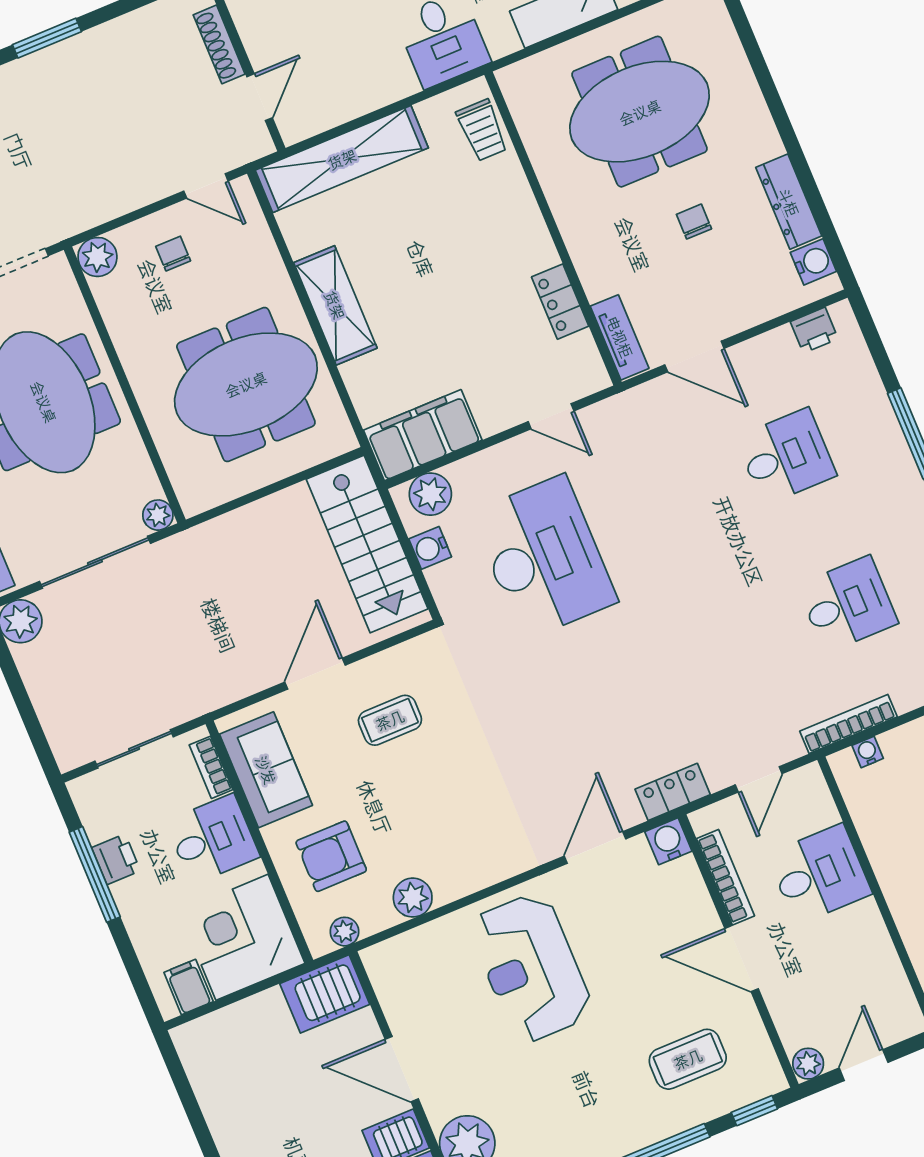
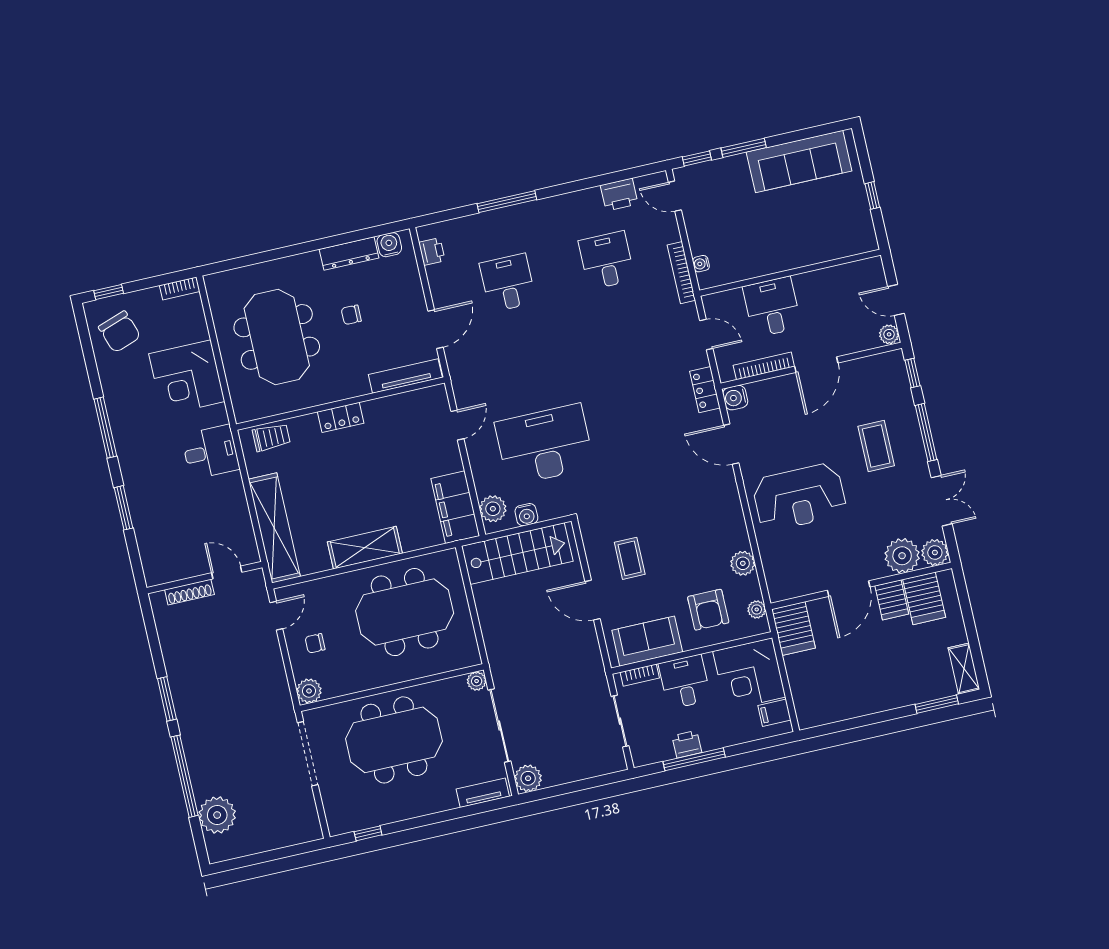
locker: (560, 302) -> (341, 417), moved
tv unit: (620, 337) -> (405, 376), width x1.41
meeting table: (246, 384) -> (405, 612), turned 90
coffee table: (688, 1059) -> (876, 446), moved

